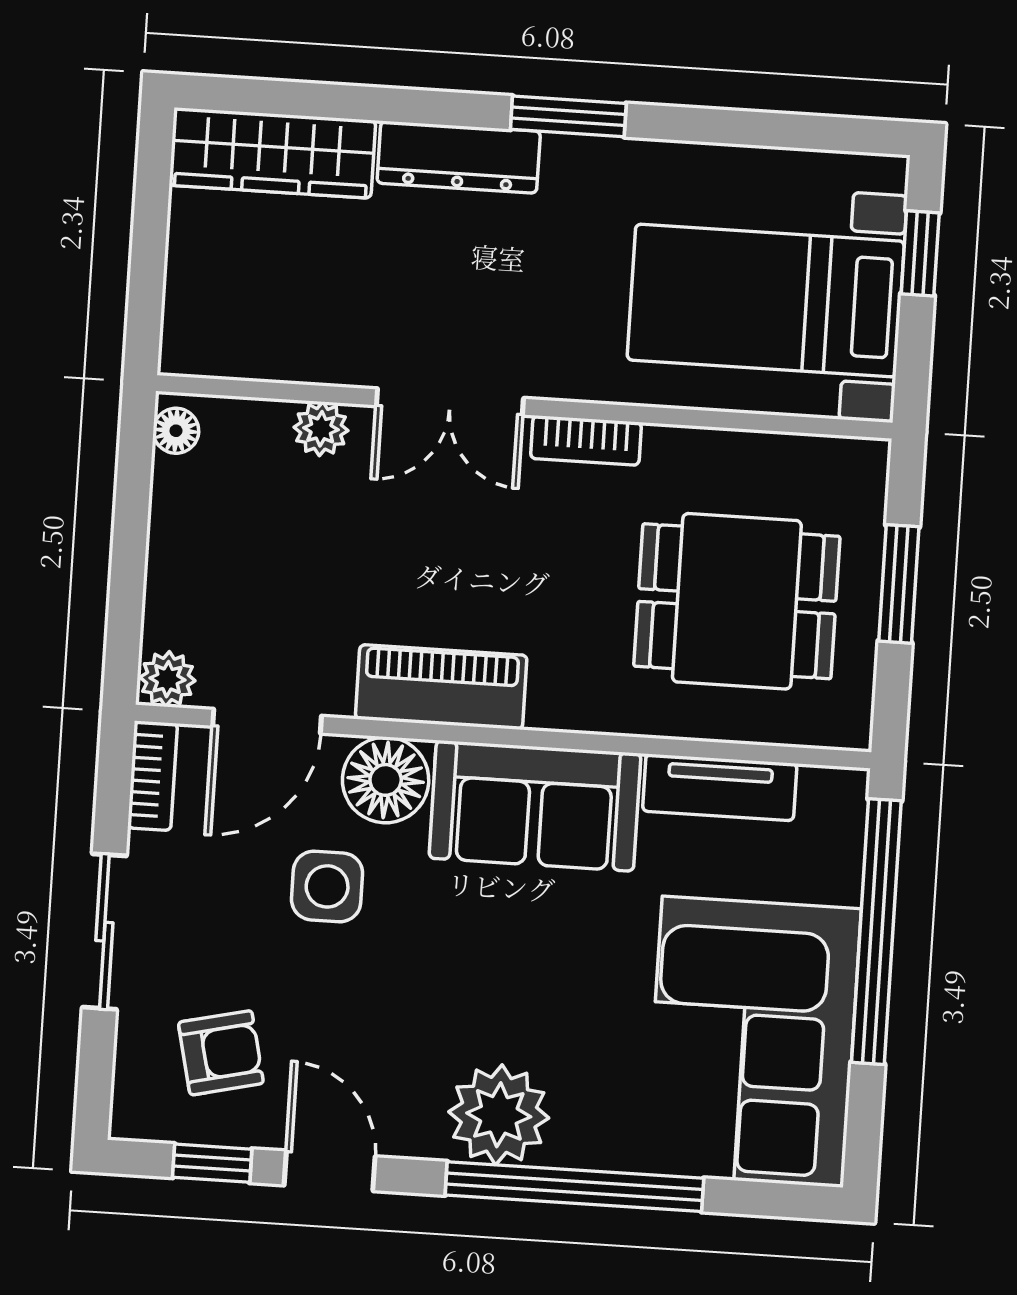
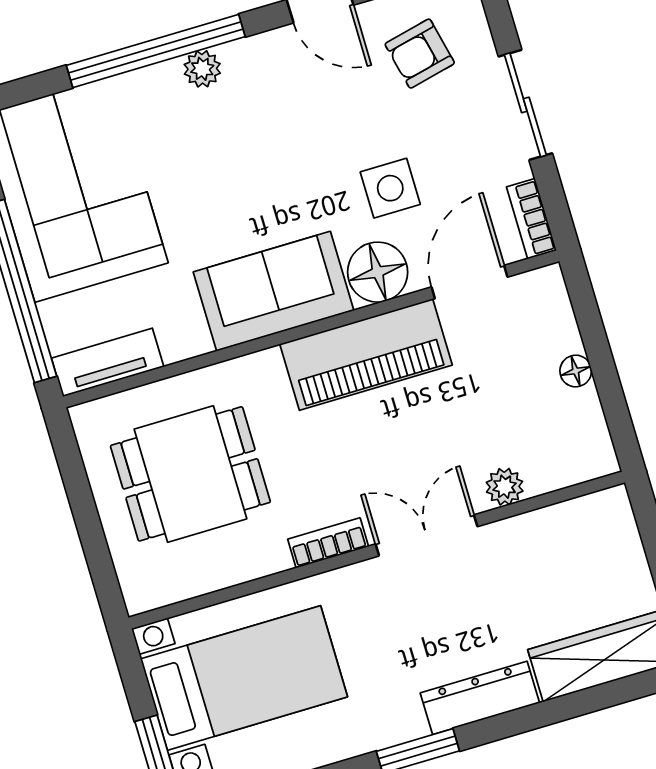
floor lamp: (176, 431) -> (576, 371), moved
window: (899, 584) -> (88, 524), removed
plant: (167, 679) -> (545, 286), removed
piano: (441, 687) -> (366, 355), width x1.37, depth x1.33
tv unit: (720, 787) -> (108, 362), moved
plant: (499, 1115) -> (202, 69), width x0.53, depth x0.53

